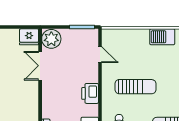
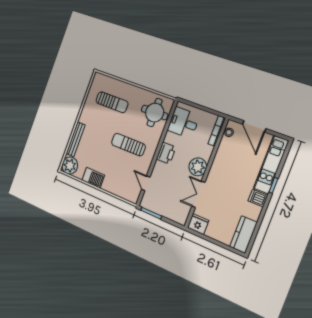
plant: (51, 39) -> (198, 167), moved
double door: (40, 66) -> (198, 194), swing flipped

